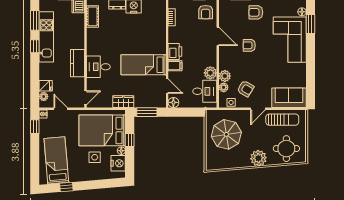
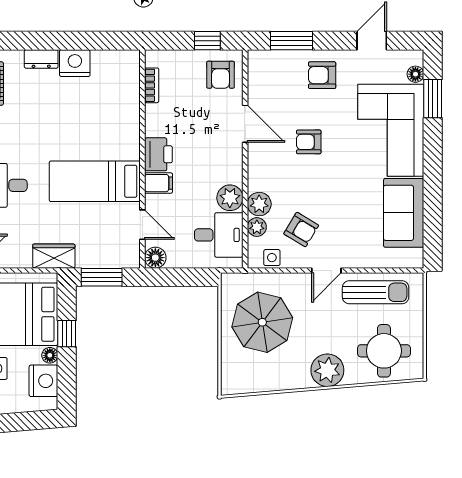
sofa: (289, 98) -> (404, 213), moved, turned -90

